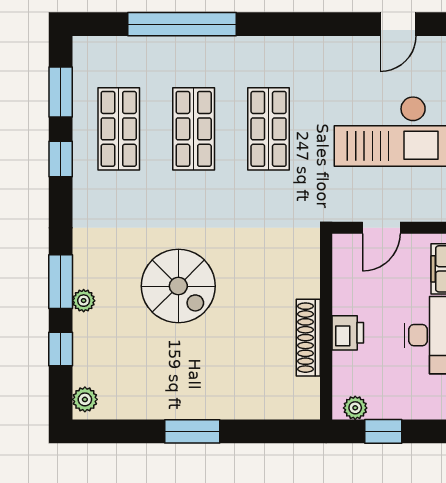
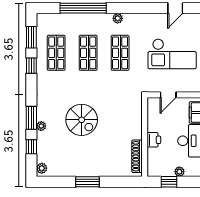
plant: (263, 48) -> (118, 18), added
shoe rack: (308, 338) -> (137, 156), moved
plant: (355, 408) -> (179, 172), moved

